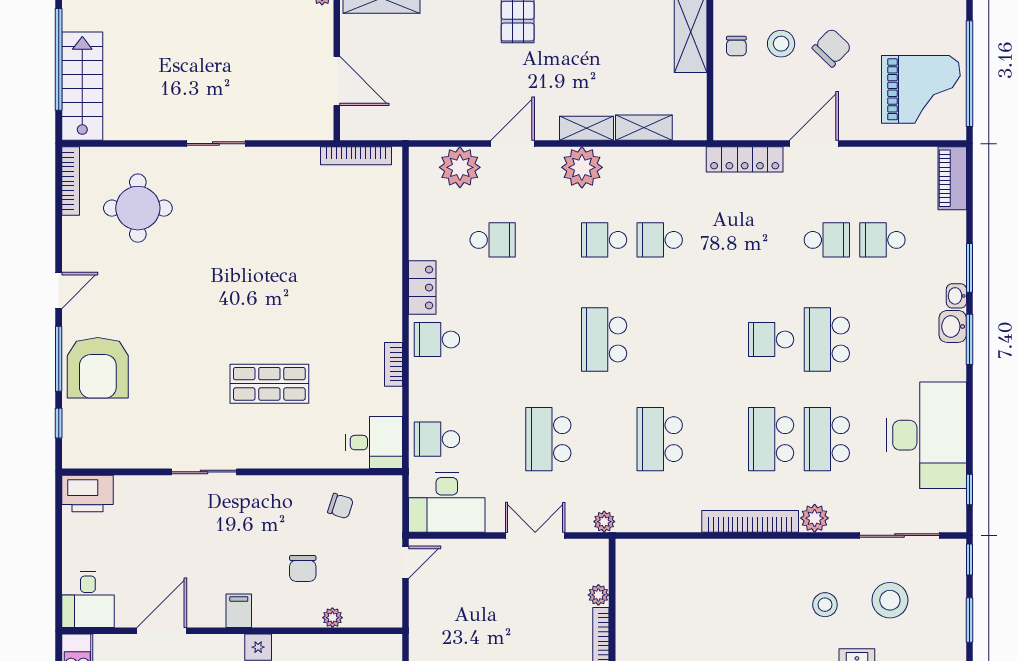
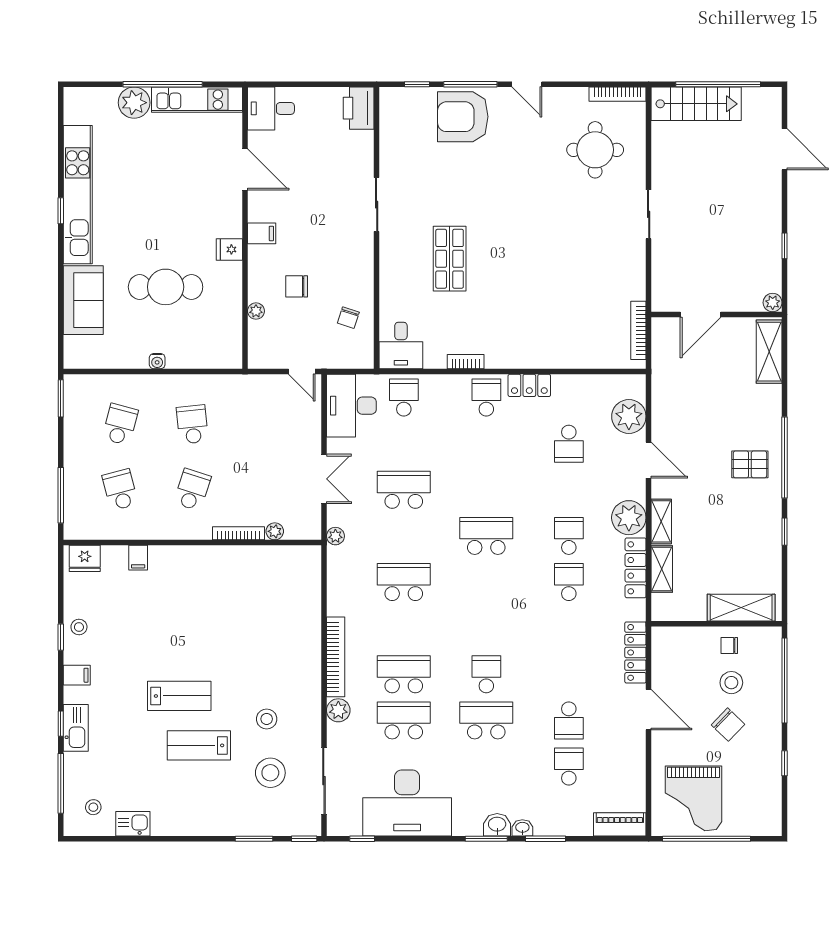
locker: (643, 159) -> (636, 568), added

